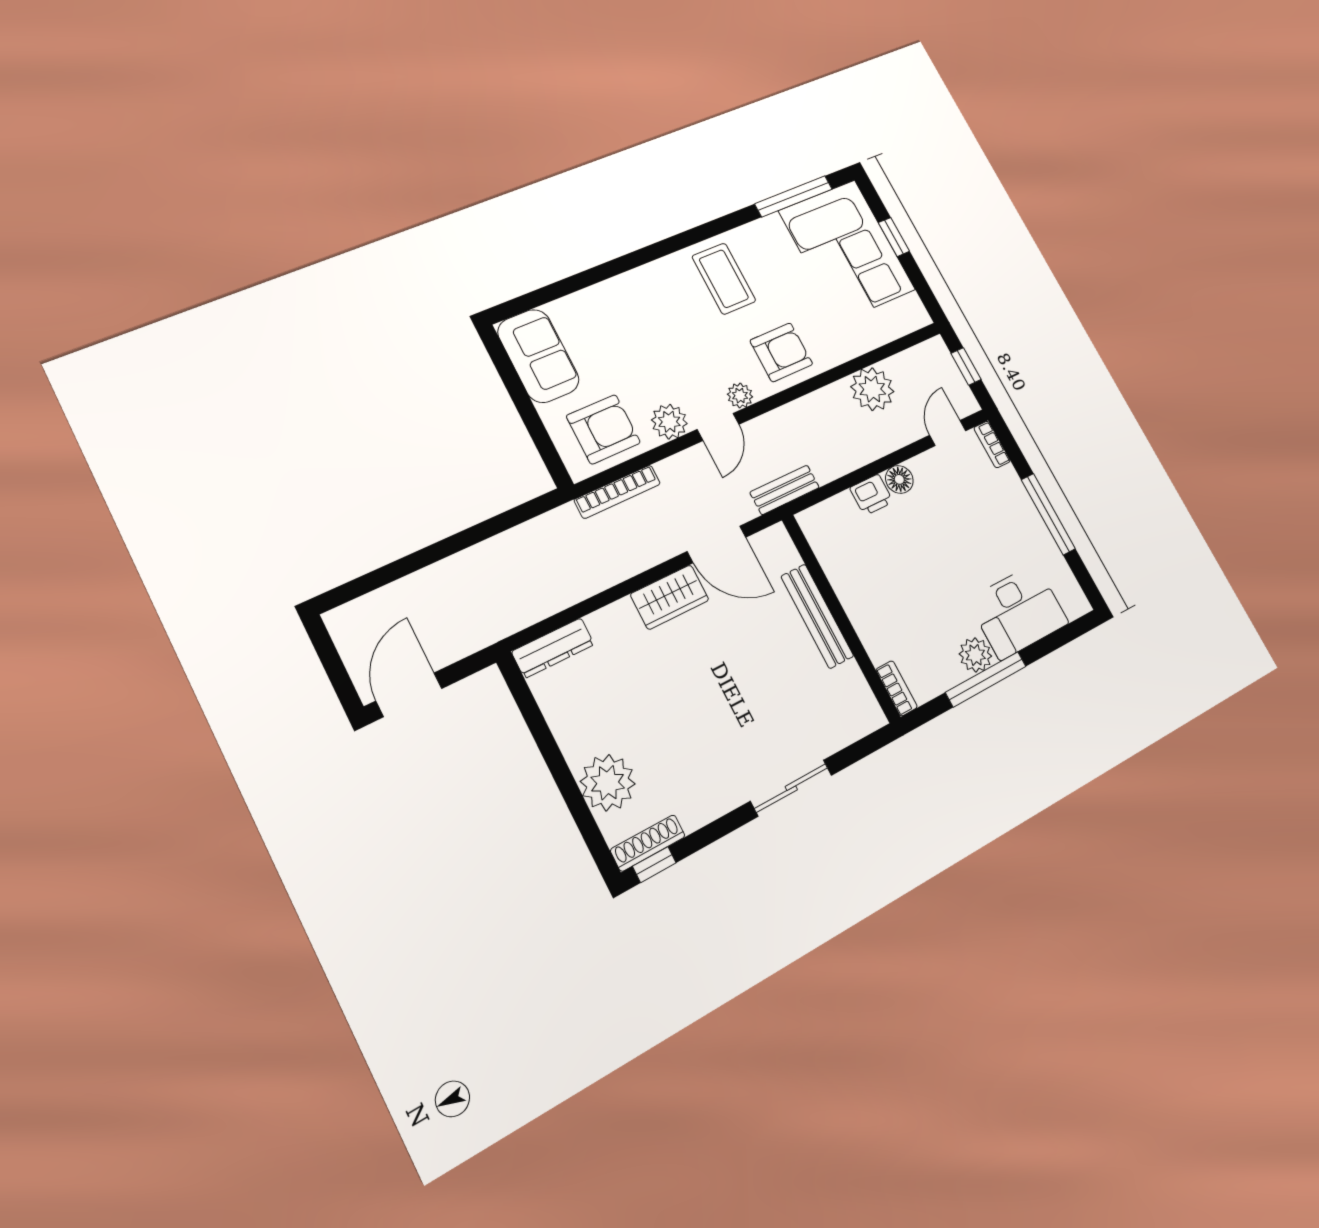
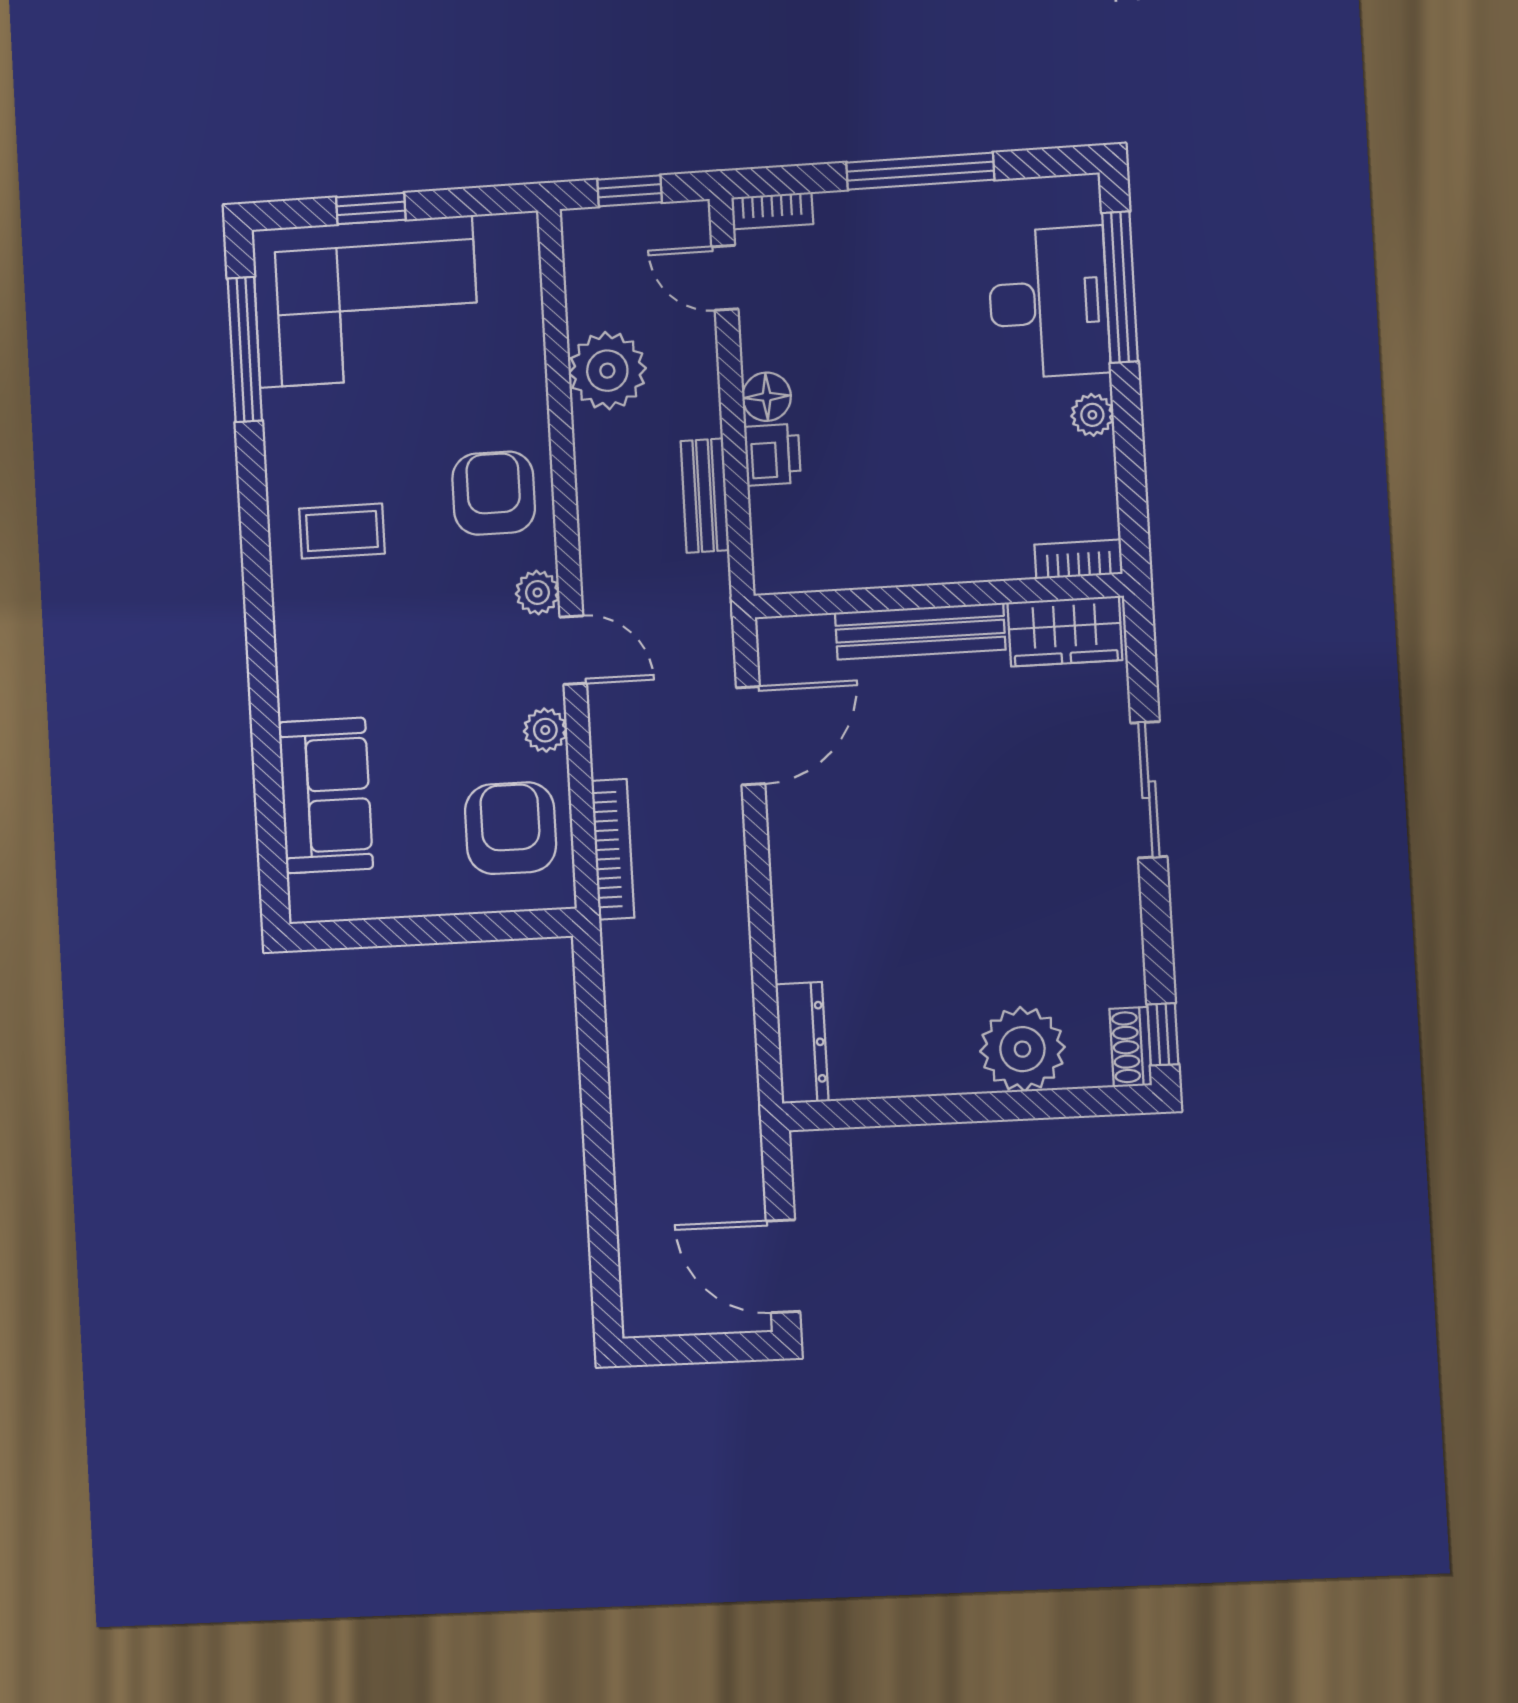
coffee table: (724, 279) -> (342, 531), width x0.73, depth x0.77
sofa: (538, 356) -> (326, 795), moved, turned 90
plant: (669, 422) -> (545, 730), width x0.73, depth x0.73
bench: (785, 490) -> (705, 496), moved
wardrobe: (670, 597) -> (1065, 631), moved, turned 90
plant: (975, 655) -> (1092, 415), width x0.73, depth x0.73
window: (986, 679) -> (1120, 287), moved
shoe rack: (648, 843) -> (1131, 1047), width x0.70

